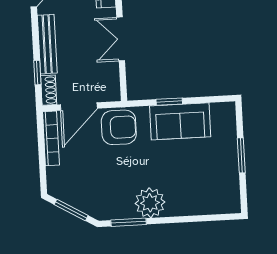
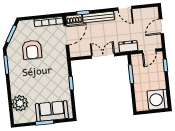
door: (79, 107) -> (66, 35), swing flipped
sofa: (180, 121) -> (52, 111), moved, turned 90
armchair: (119, 127) -> (32, 50), moved
plant: (150, 203) -> (20, 103), moved

